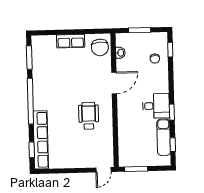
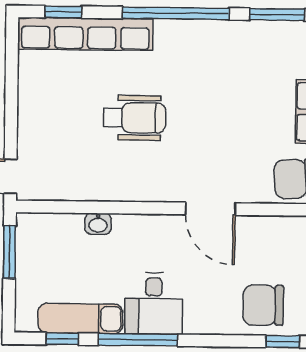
washbasin: (120, 53) -> (98, 224), moved
chair: (155, 59) -> (263, 305), width x1.87, depth x1.87
window: (172, 112) -> (138, 340), width x2.17
wheelchair: (89, 116) -> (134, 118), moved

